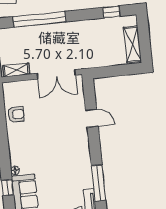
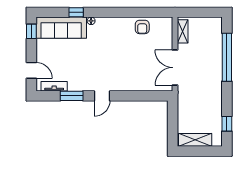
door: (92, 118) -> (102, 96), moved
window: (99, 183) -> (72, 96), width x0.69

